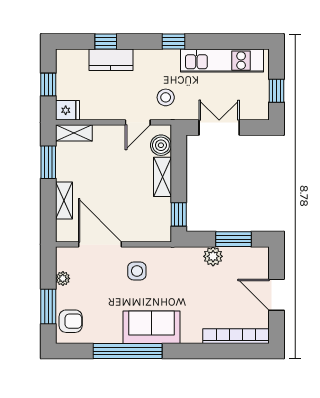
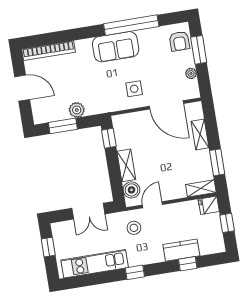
armchair: (71, 321) -> (179, 41), turned -90

